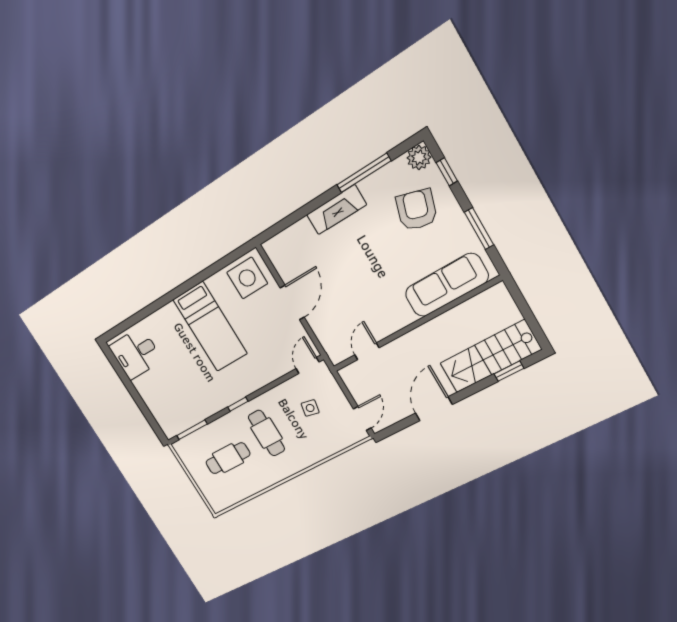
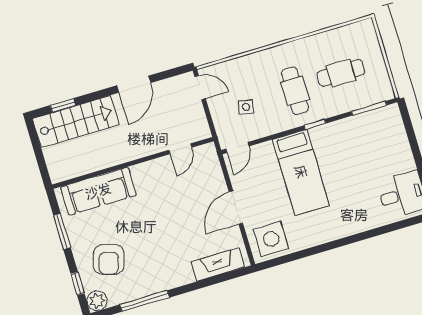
fireplace: (336, 210) -> (218, 265), moved
bed: (210, 327) -> (301, 172), moved, turned 180
door: (362, 418) -> (200, 88), swing flipped

